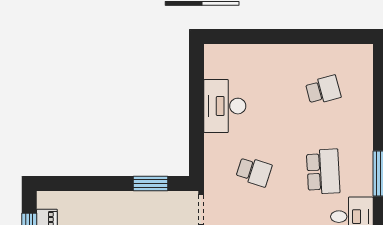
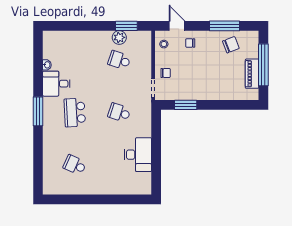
school desk: (323, 90) -> (75, 165), turned 39

